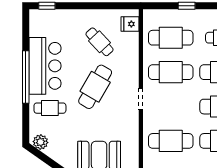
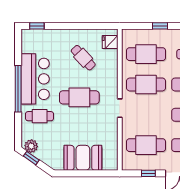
cafe table: (95, 87) -> (79, 97), turned 60
window: (41, 156) -> (31, 158), added

